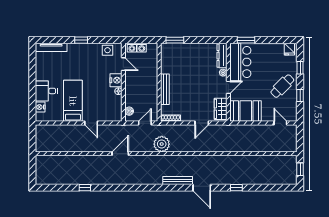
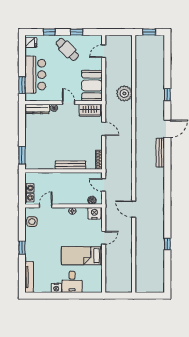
bar counter: (240, 62) -> (35, 75), moved, turned 90
nightstand: (116, 80) -> (94, 213), moved
nightstand: (40, 107) -> (56, 288), moved
plant: (162, 144) -> (124, 93), moved

